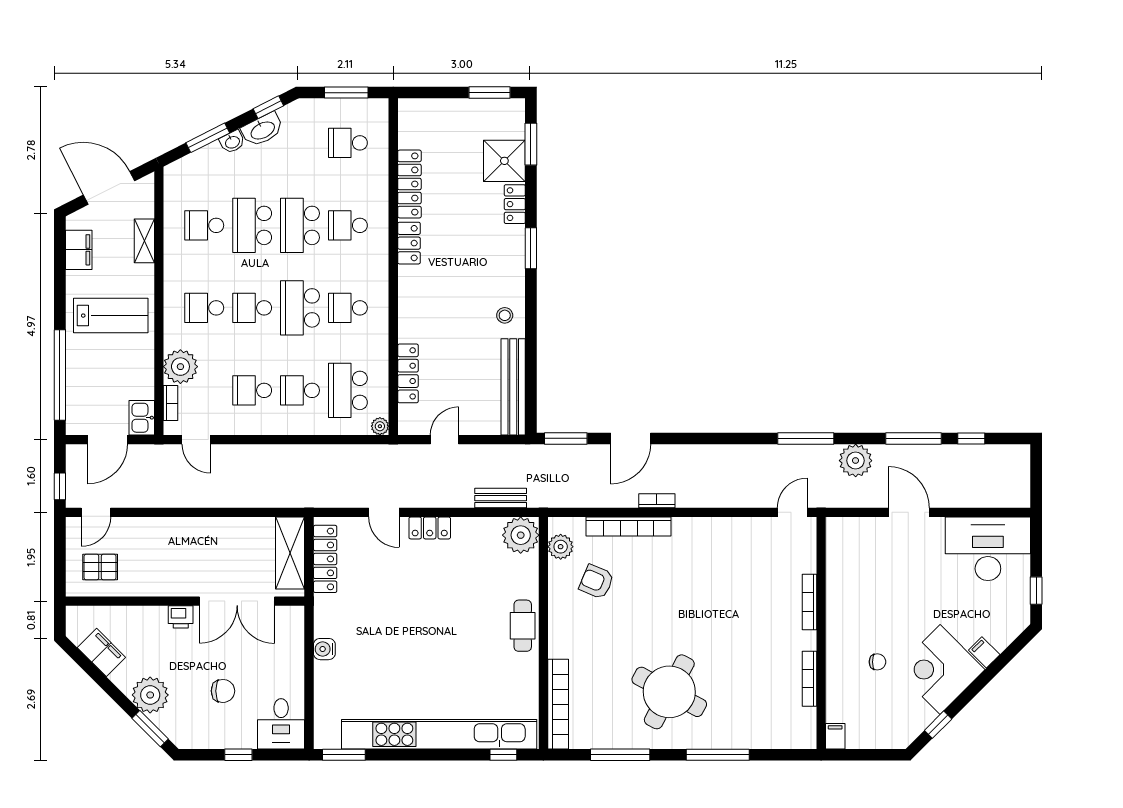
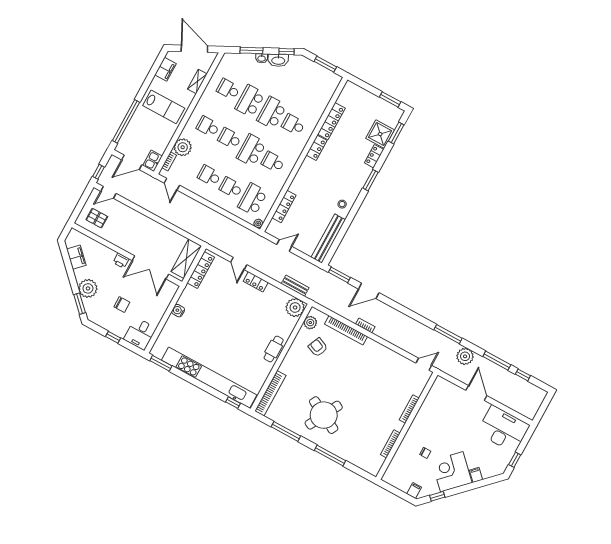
school desk: (348, 143) -> (314, 87), removed
filing cabinet: (835, 736) -> (414, 491), moved

